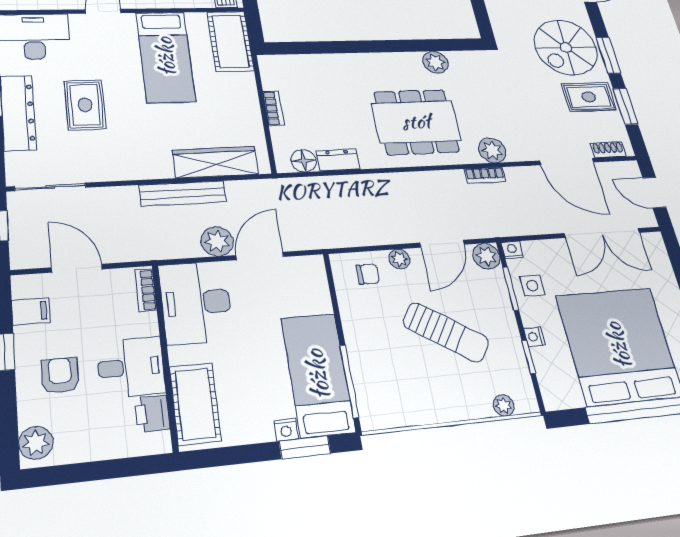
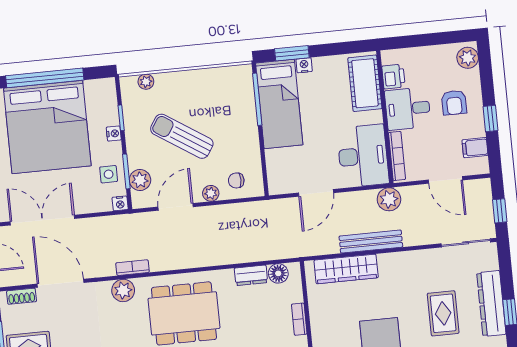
plant: (217, 241) -> (389, 199), moved
plant: (486, 256) -> (140, 180), moved
bookcase: (146, 290) -> (397, 156), width x1.56

